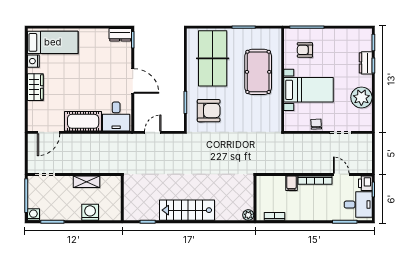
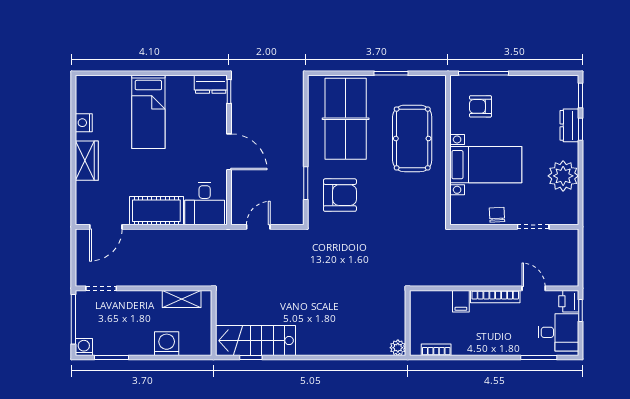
bed: (53, 42) -> (148, 112), moved, turned 90
shelving: (86, 182) -> (182, 299), moved
stairs: (187, 210) -> (255, 341), moved

